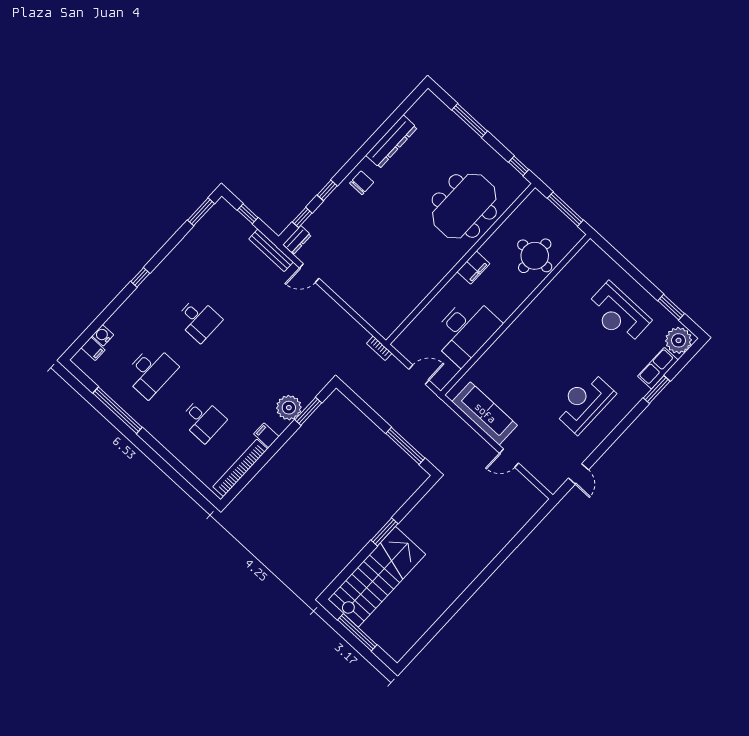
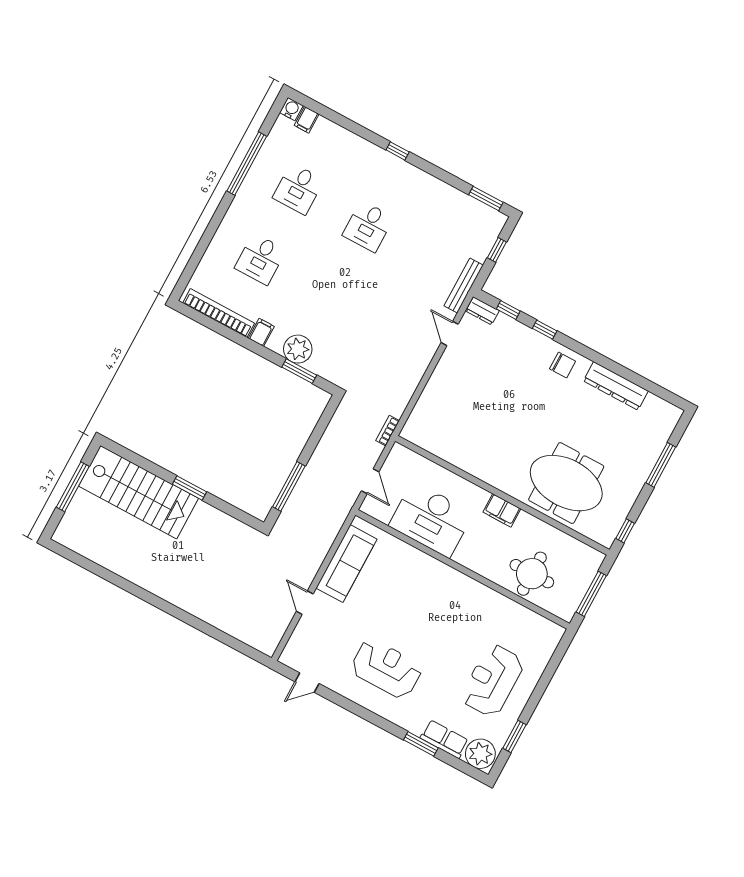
water cooler: (103, 335) -> (291, 109), moved
desk: (151, 371) -> (298, 189), width x0.73

